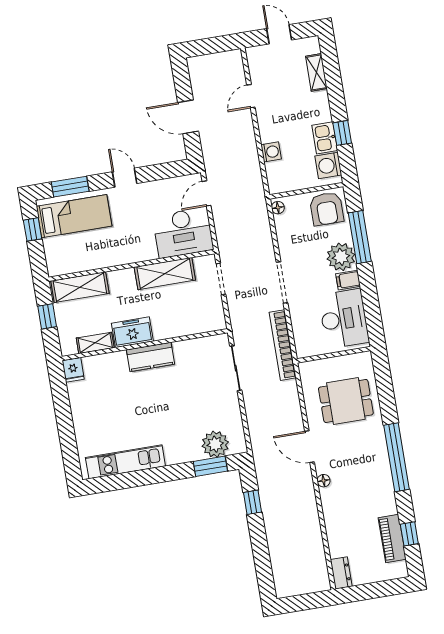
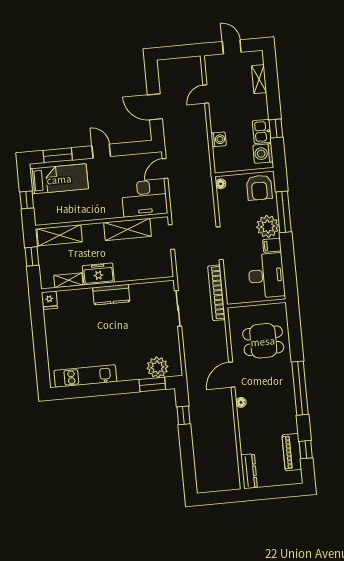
window: (33, 229) -> (27, 200), moved
door: (309, 447) -> (232, 375), hinge flipped
dresser: (341, 573) -> (249, 471), width x1.44

